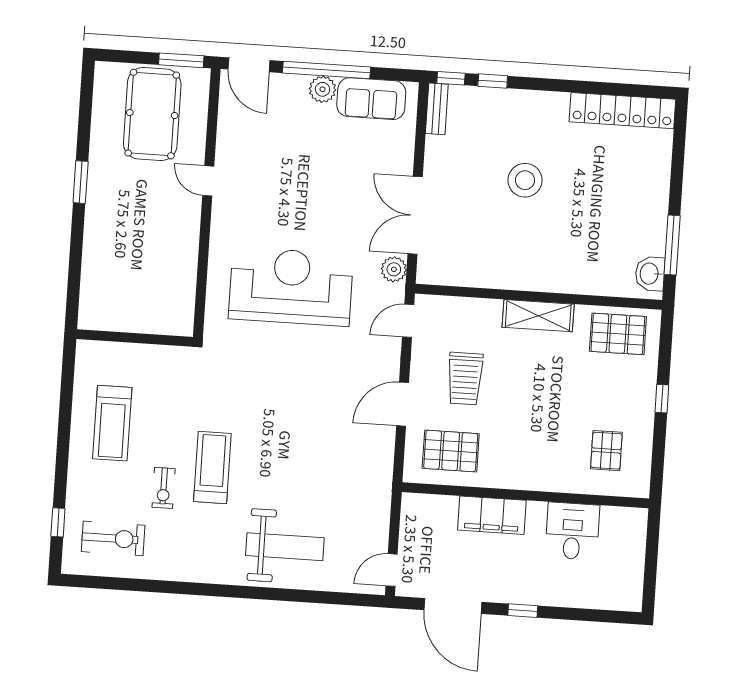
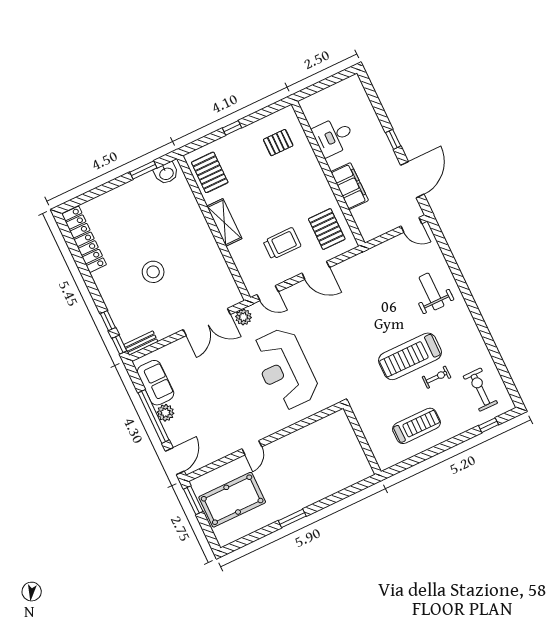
window: (672, 245) -> (143, 170), width x0.69
treadmill: (212, 467) -> (410, 356), width x1.37, depth x1.38
weight bench: (285, 547) -> (432, 291), width x0.73, depth x0.75

